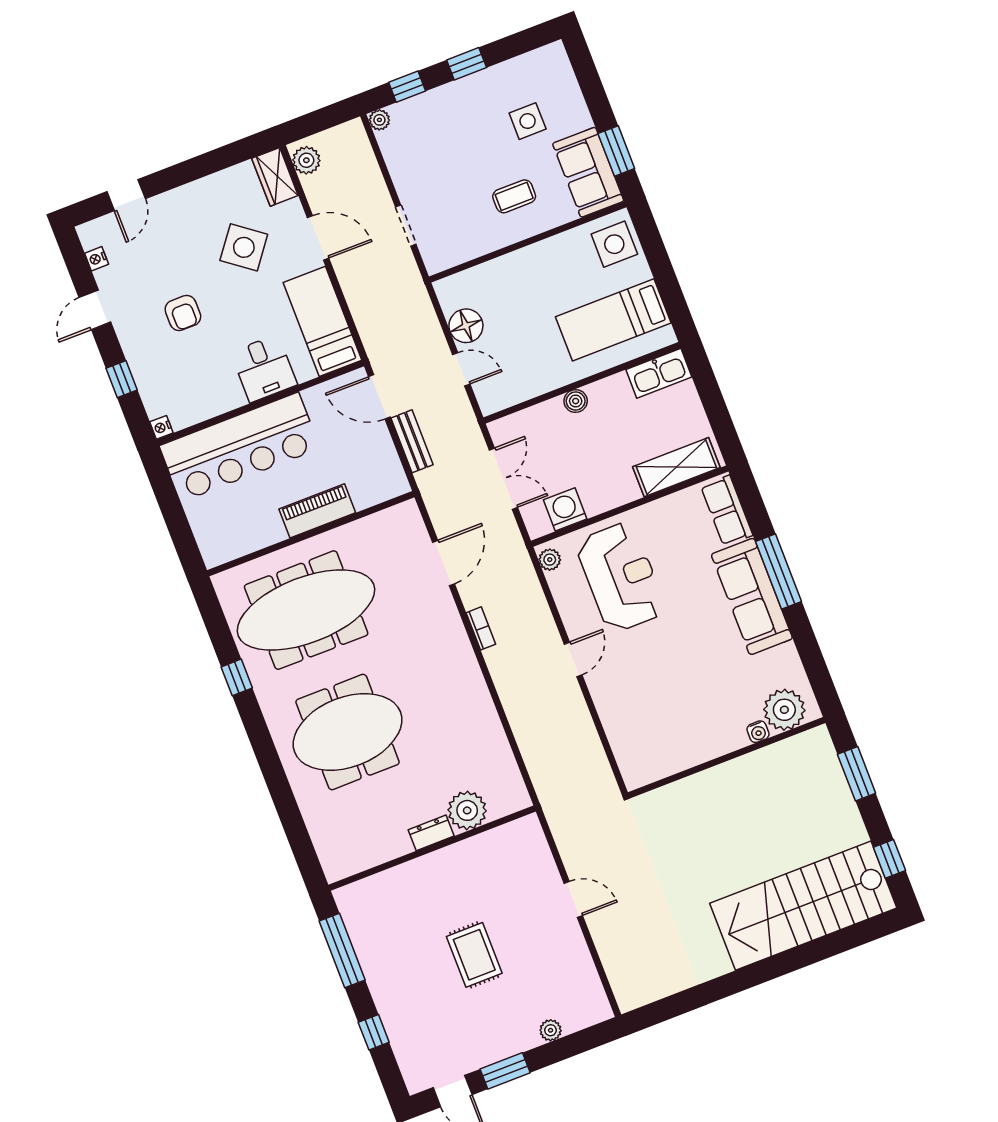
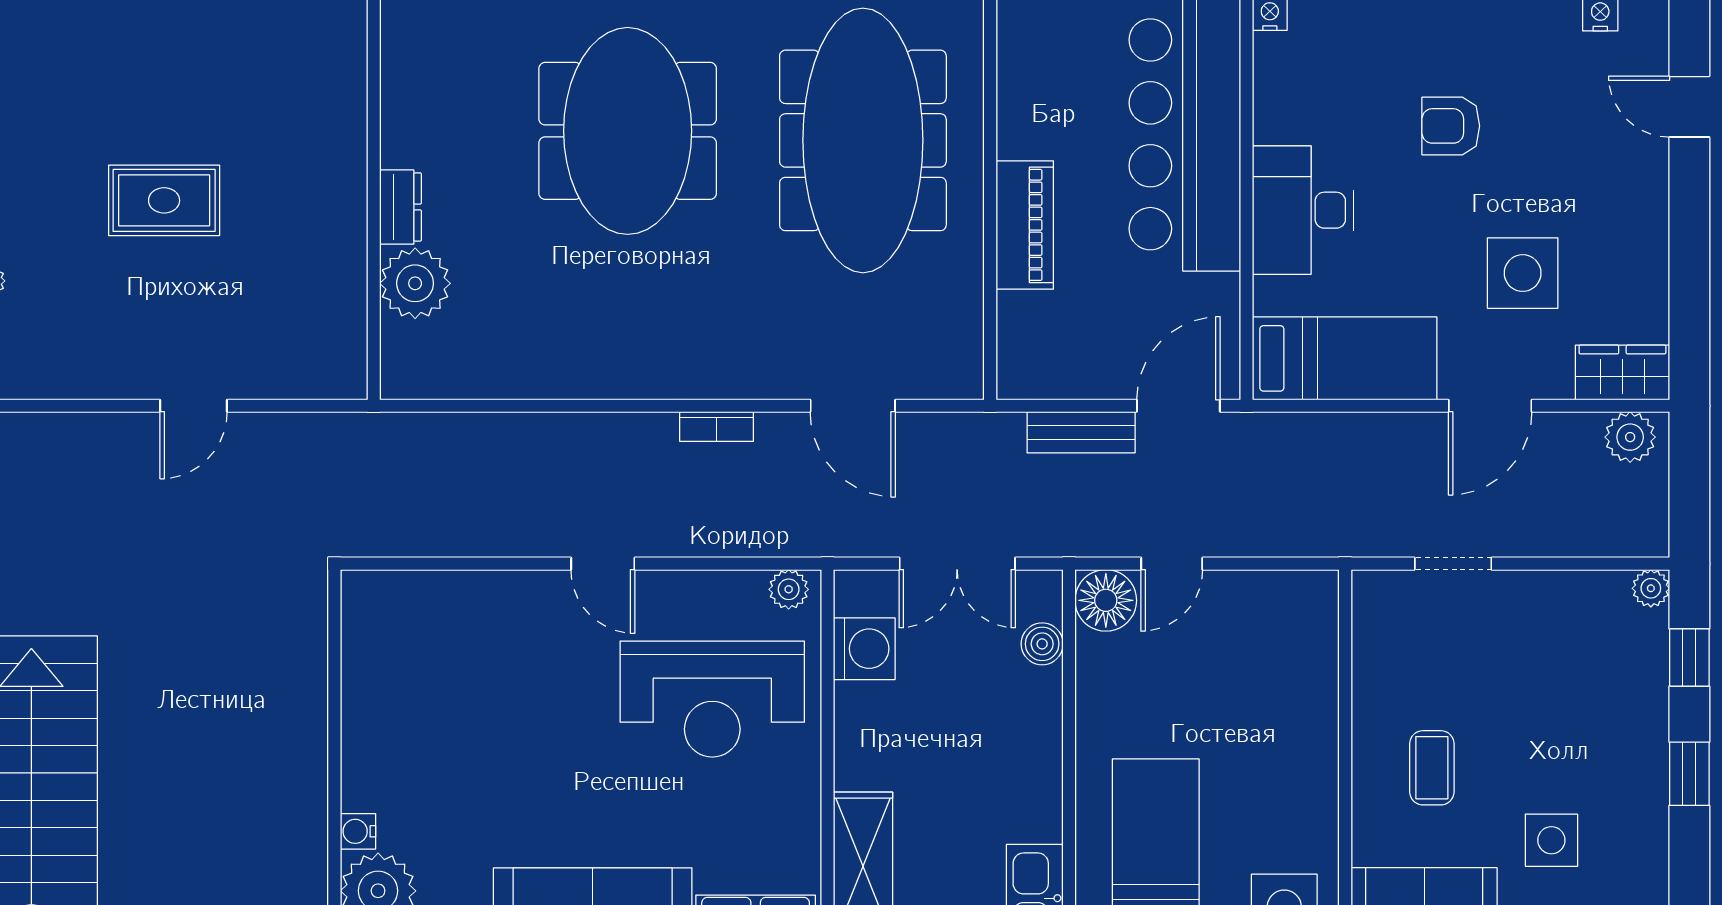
side table: (244, 247) -> (1523, 273), turned -37
floor lamp: (466, 326) -> (1106, 600), moved
desk: (264, 368) -> (1303, 210), width x1.37
boiler: (576, 401) -> (1042, 644), moved

